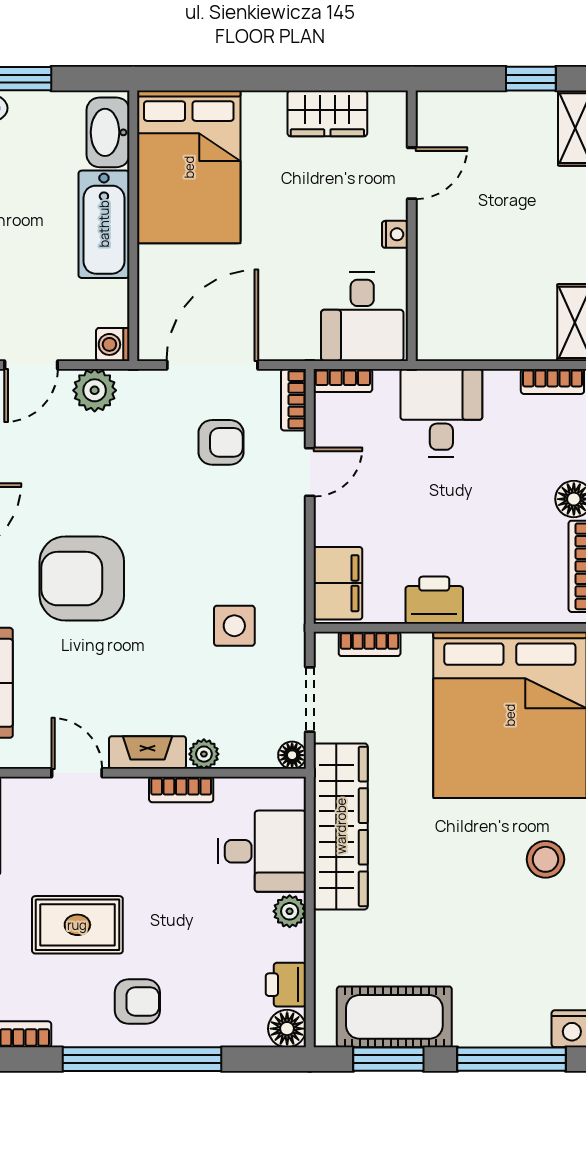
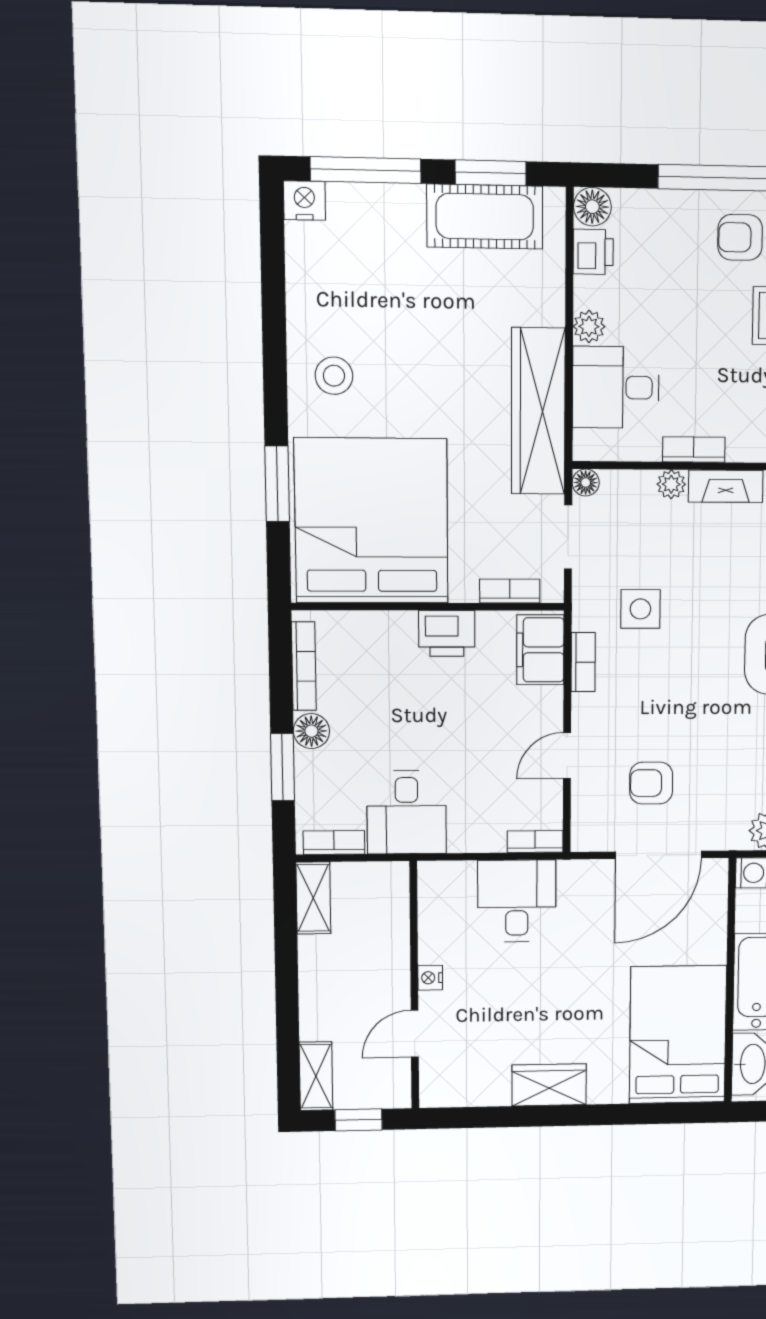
door: (412, 173) -> (415, 1034), moved
wall: (412, 226) -> (414, 986), moved
nightstand: (395, 234) -> (430, 978), moved
bookcase: (293, 400) -> (583, 662), moved
desk: (441, 413) -> (407, 812), moved

